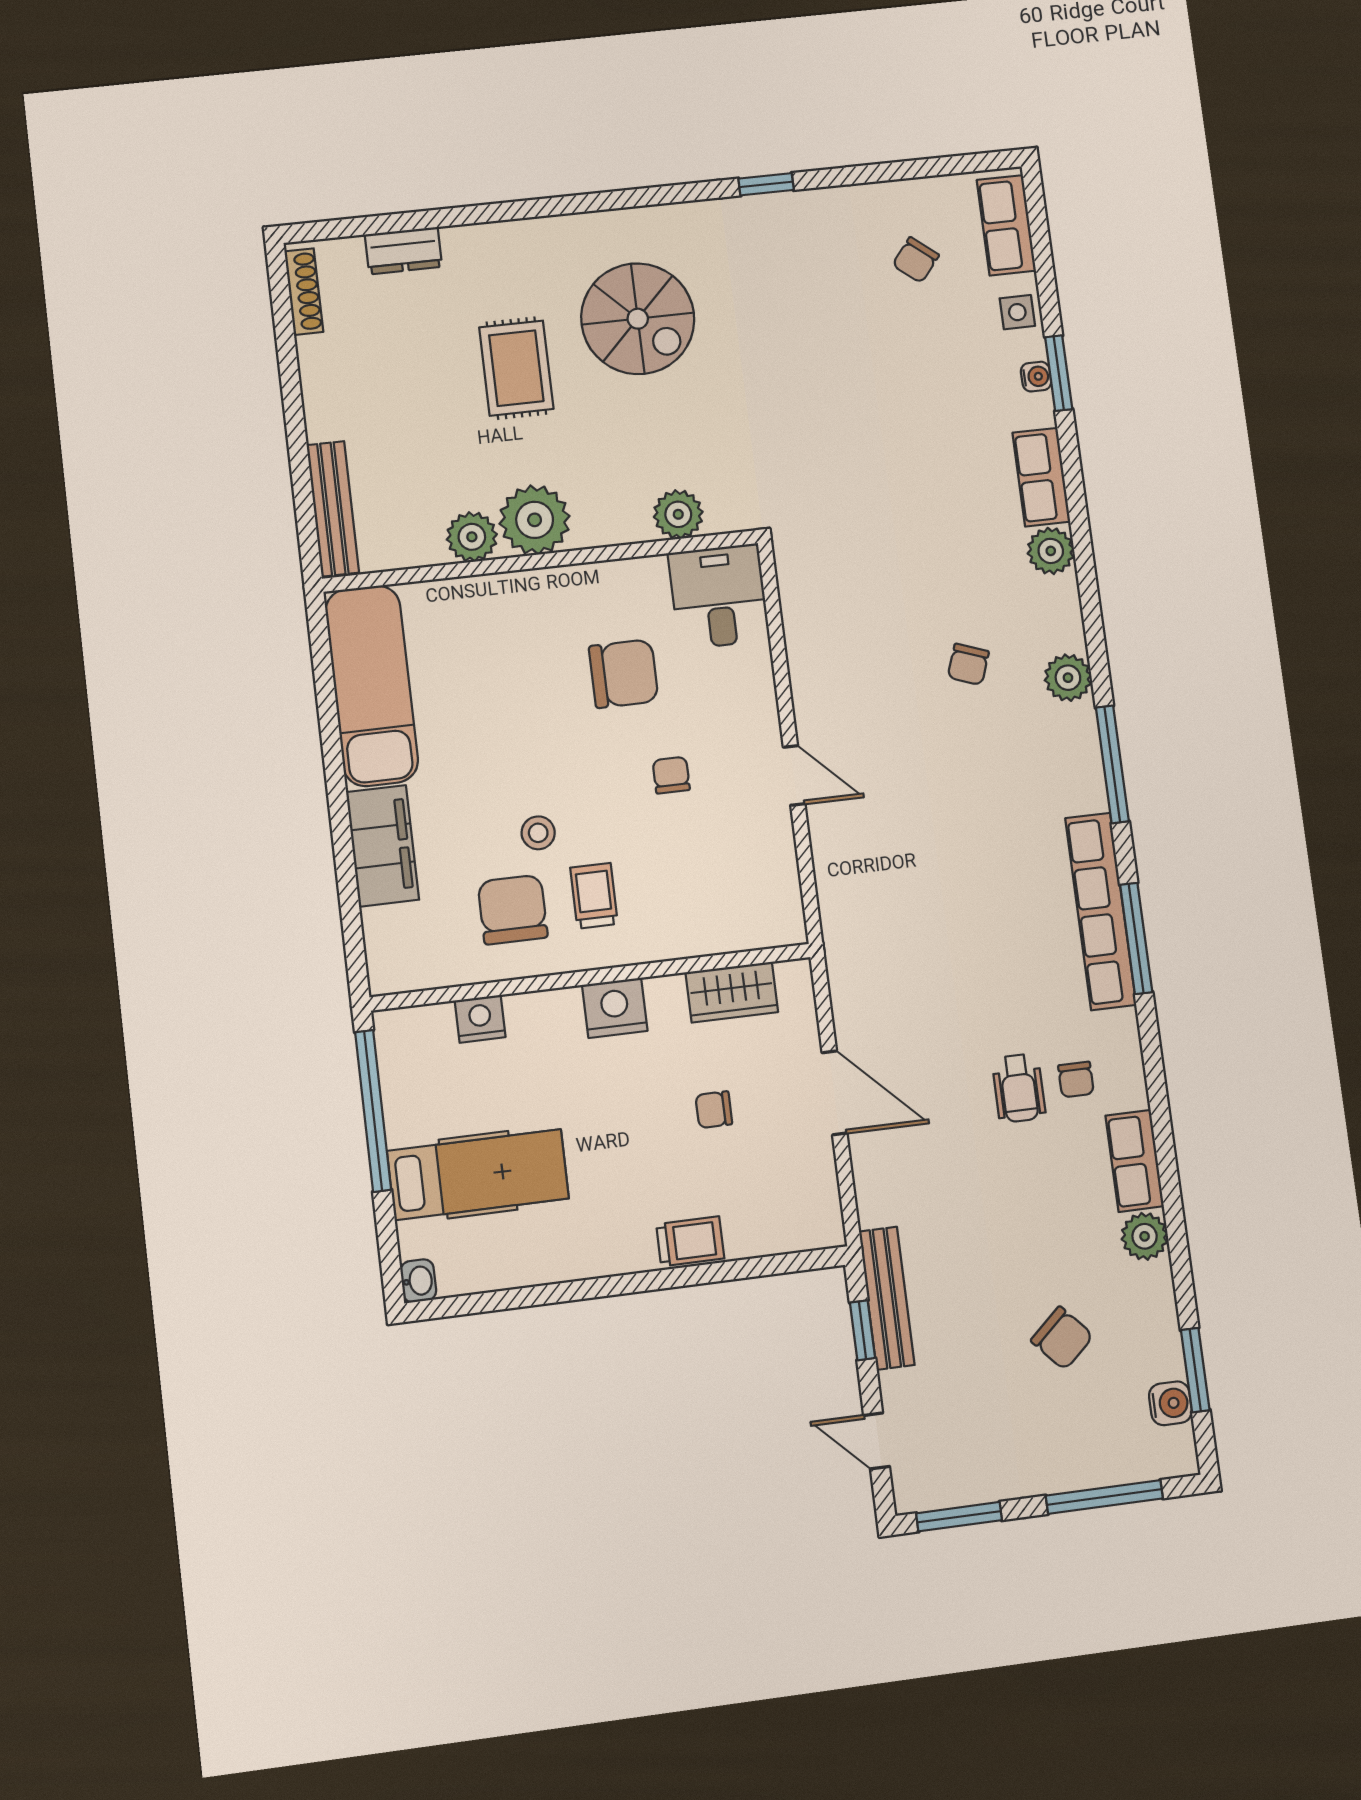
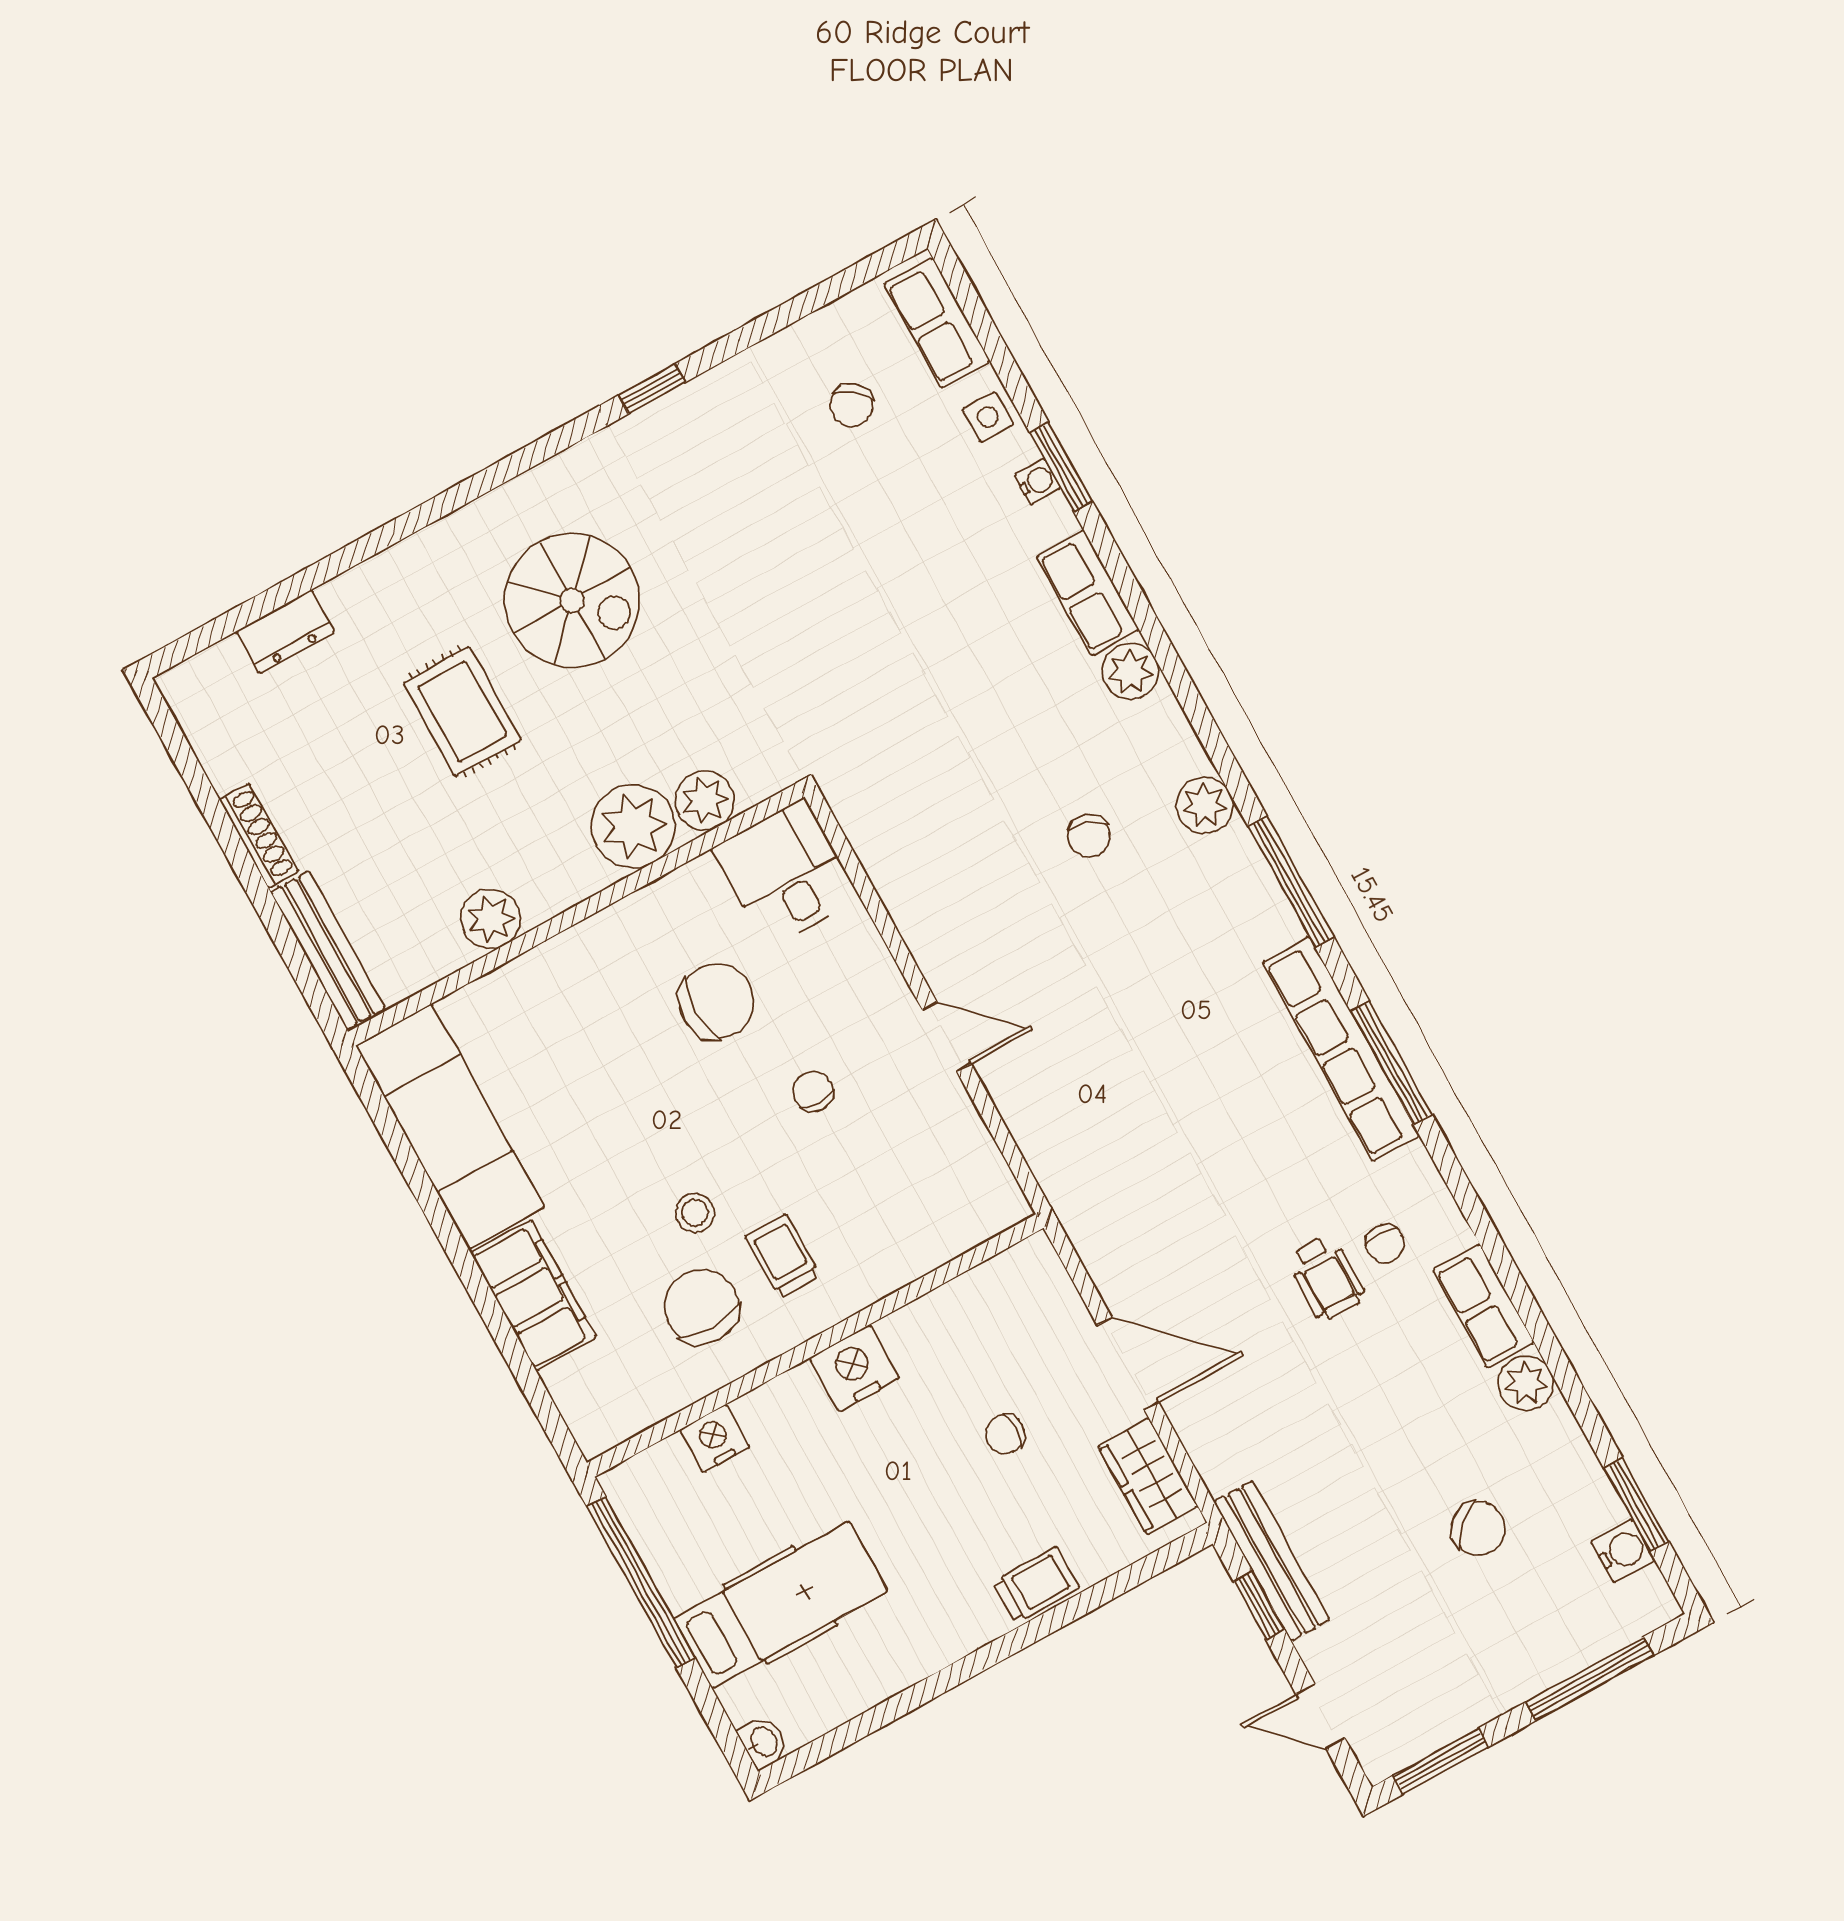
shoe rack: (304, 292) -> (259, 836), moved
plant: (535, 520) -> (633, 826), moved
wardrobe: (732, 992) -> (1148, 1476), moved, turned 90

